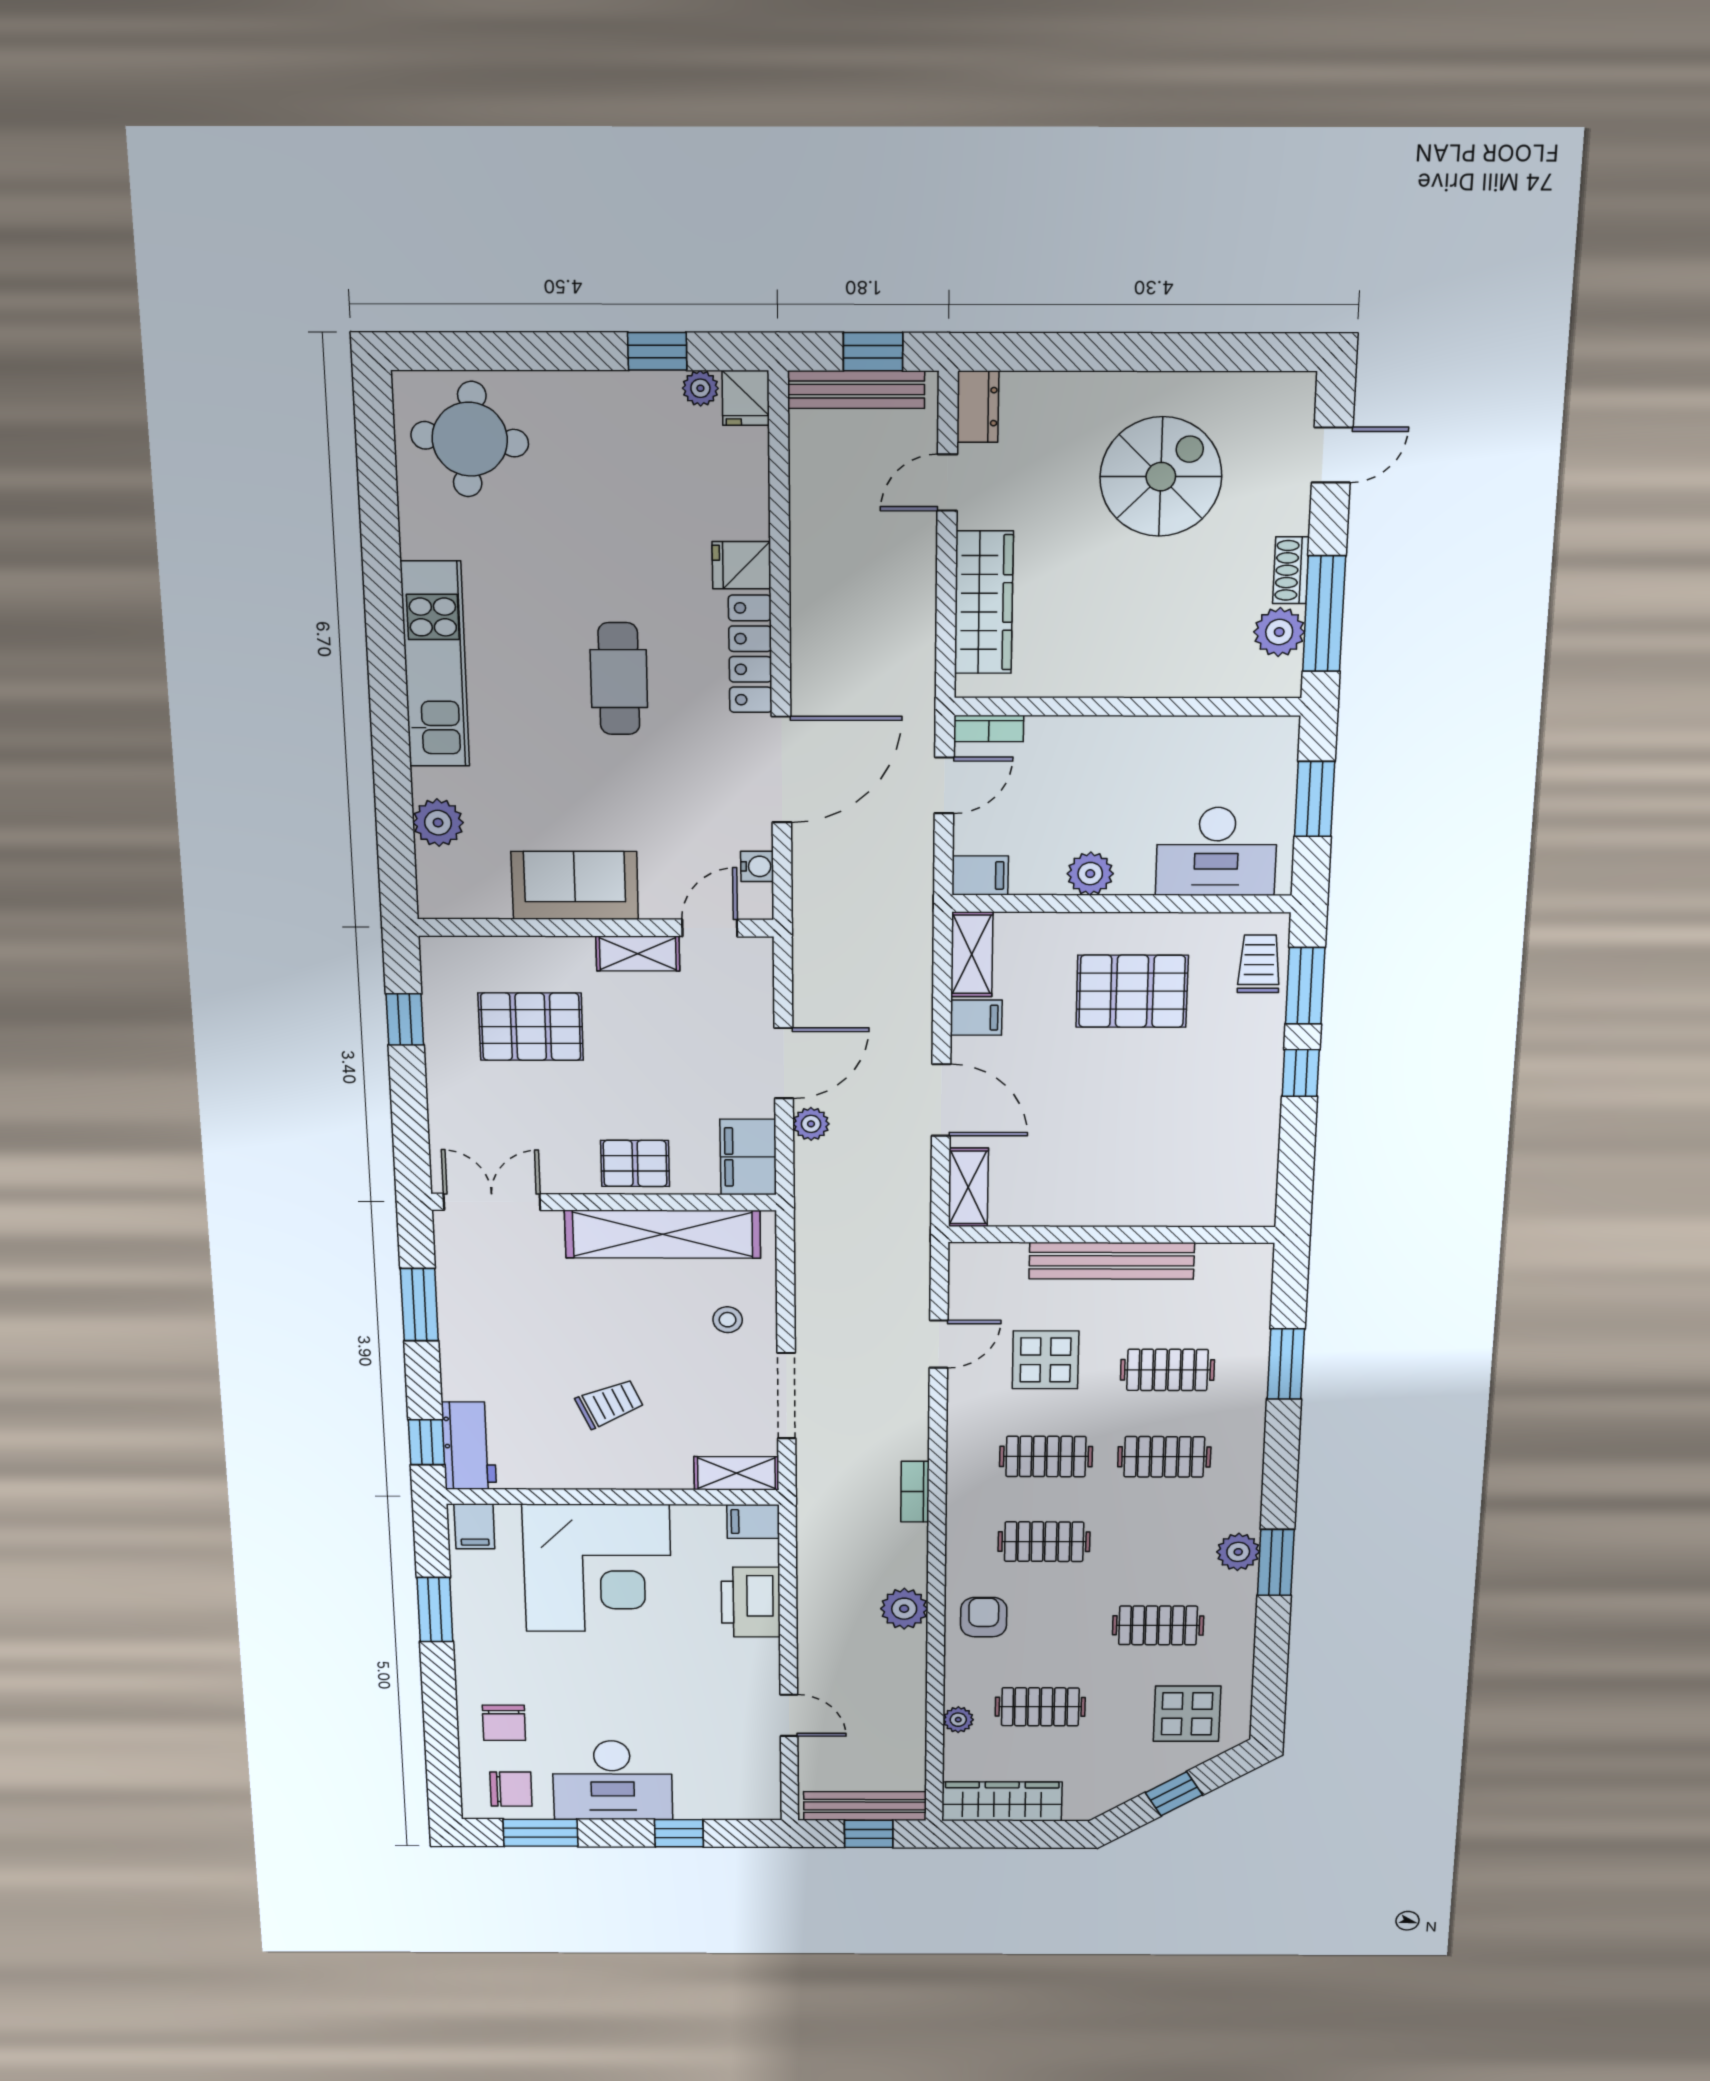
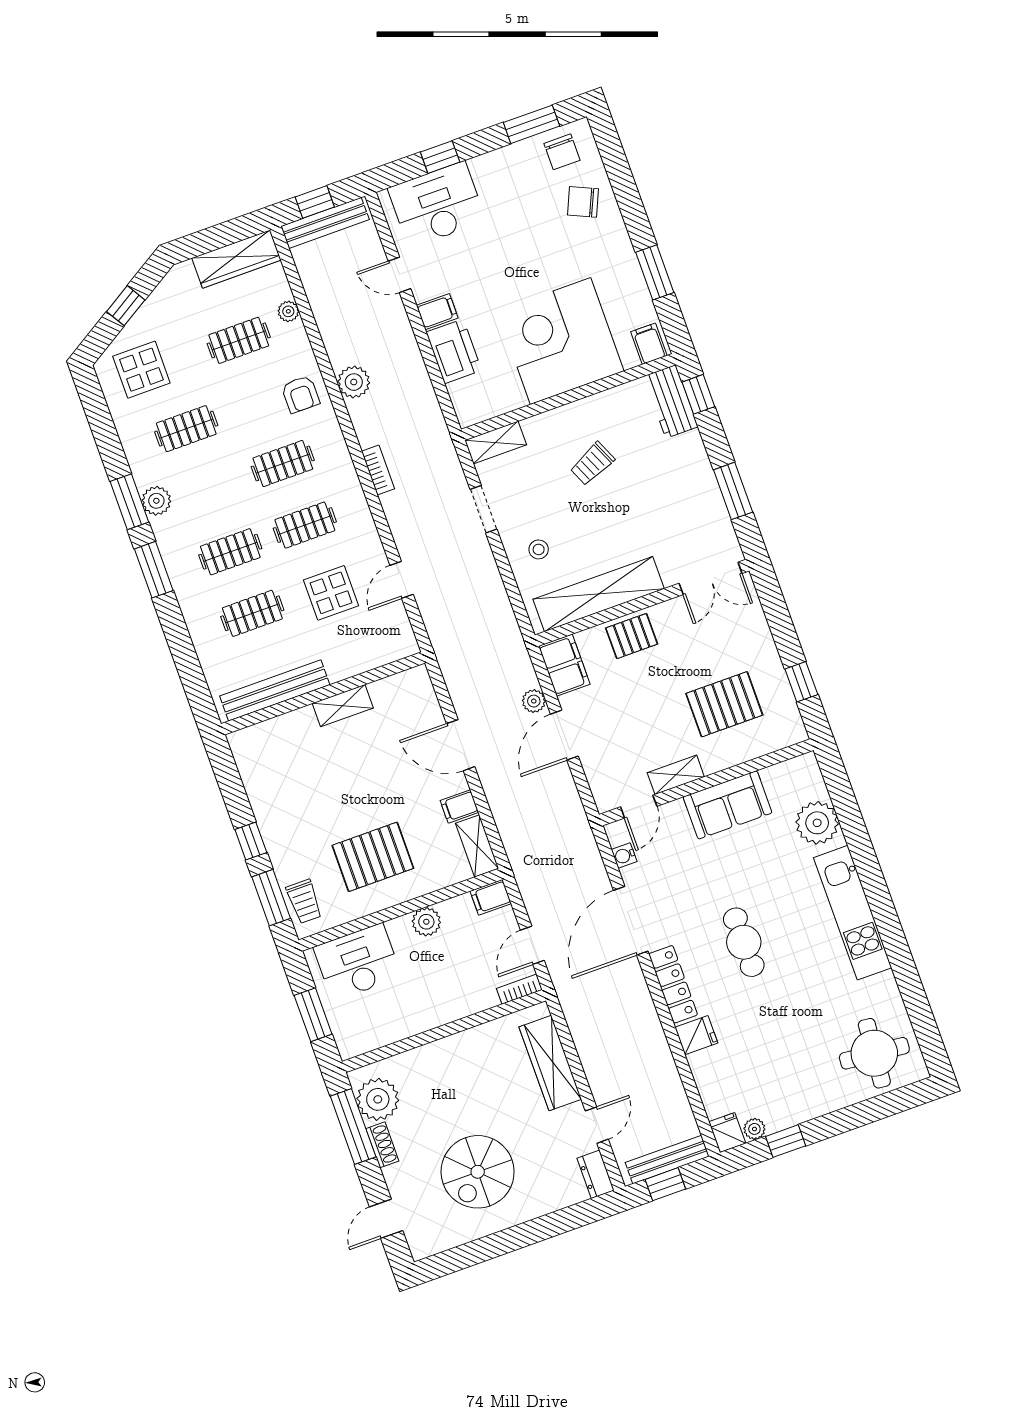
plant: (1279, 632) -> (378, 1099), width x1.36, depth x1.36
plant: (438, 823) -> (817, 823), width x1.36, depth x1.36
shelving: (968, 1187) -> (343, 706), moved, turned 90
bench: (1112, 1261) -> (275, 690), moved
window: (1286, 1364) -> (154, 570), moved
doorway: (786, 1396) -> (483, 509), width x0.73
filing cabinet: (753, 1522) -> (437, 312), moved
chair: (504, 1723) -> (583, 202), turned -66
desk: (612, 1780) -> (437, 205), moved
chair: (511, 1789) -> (562, 152), turned -90

